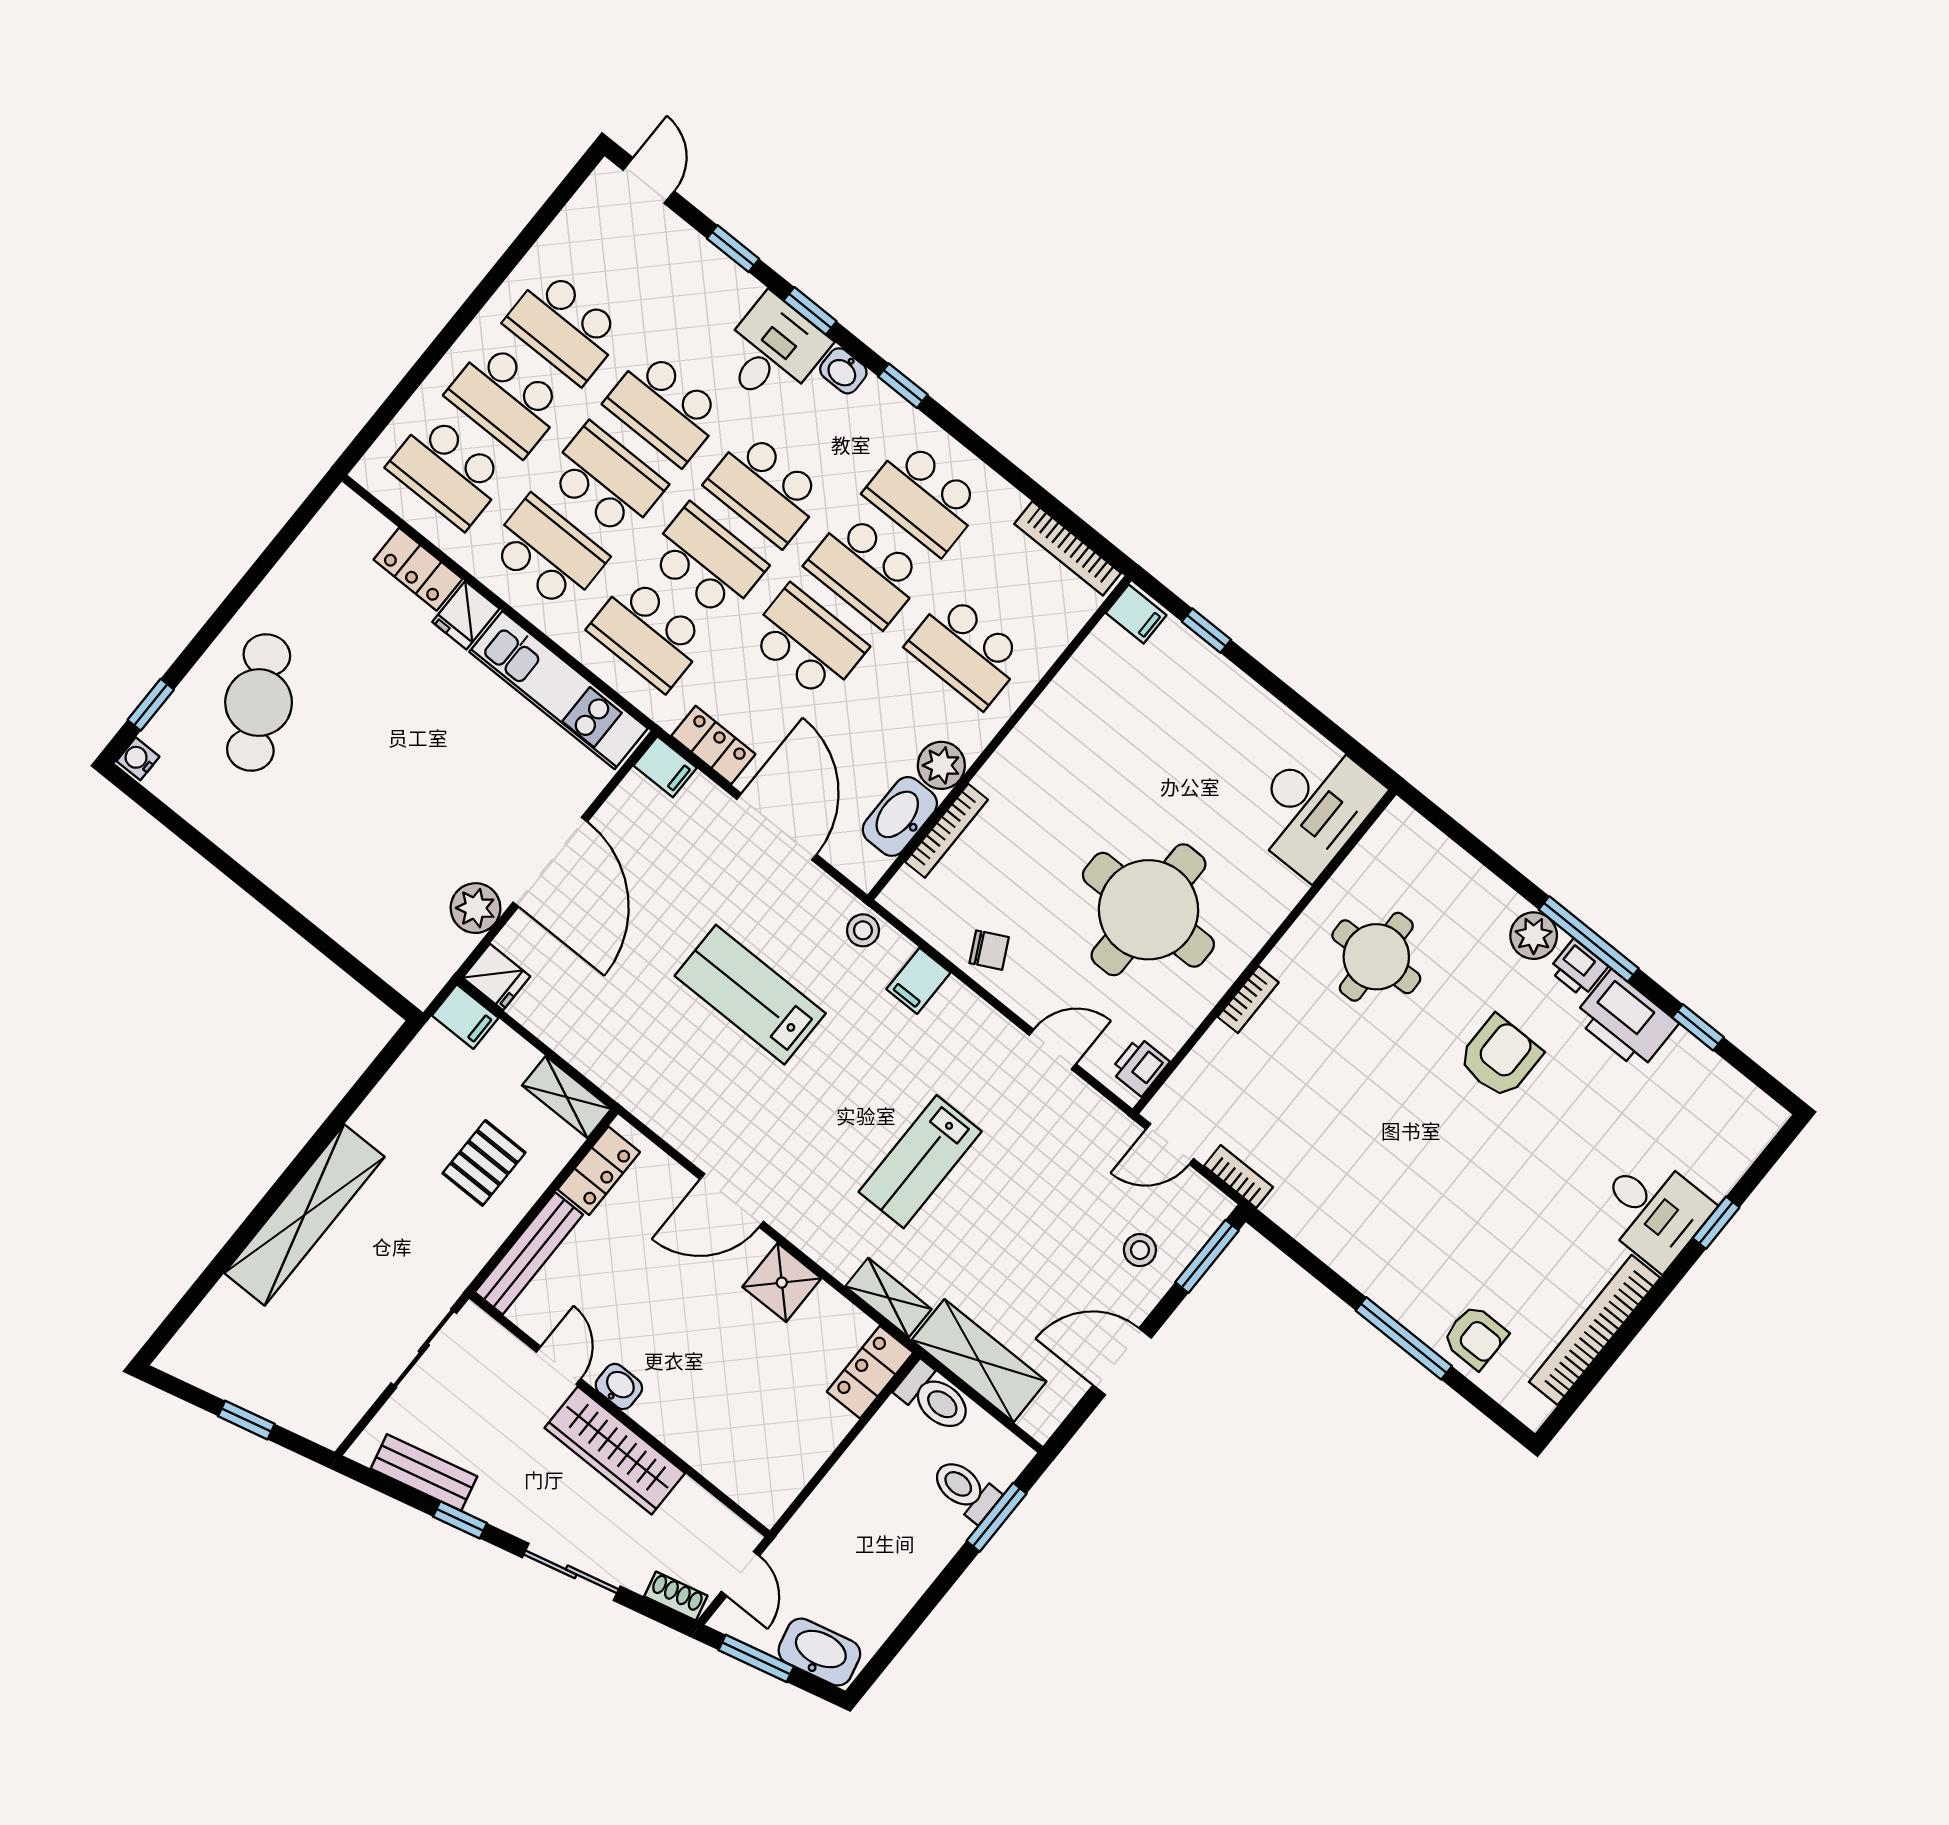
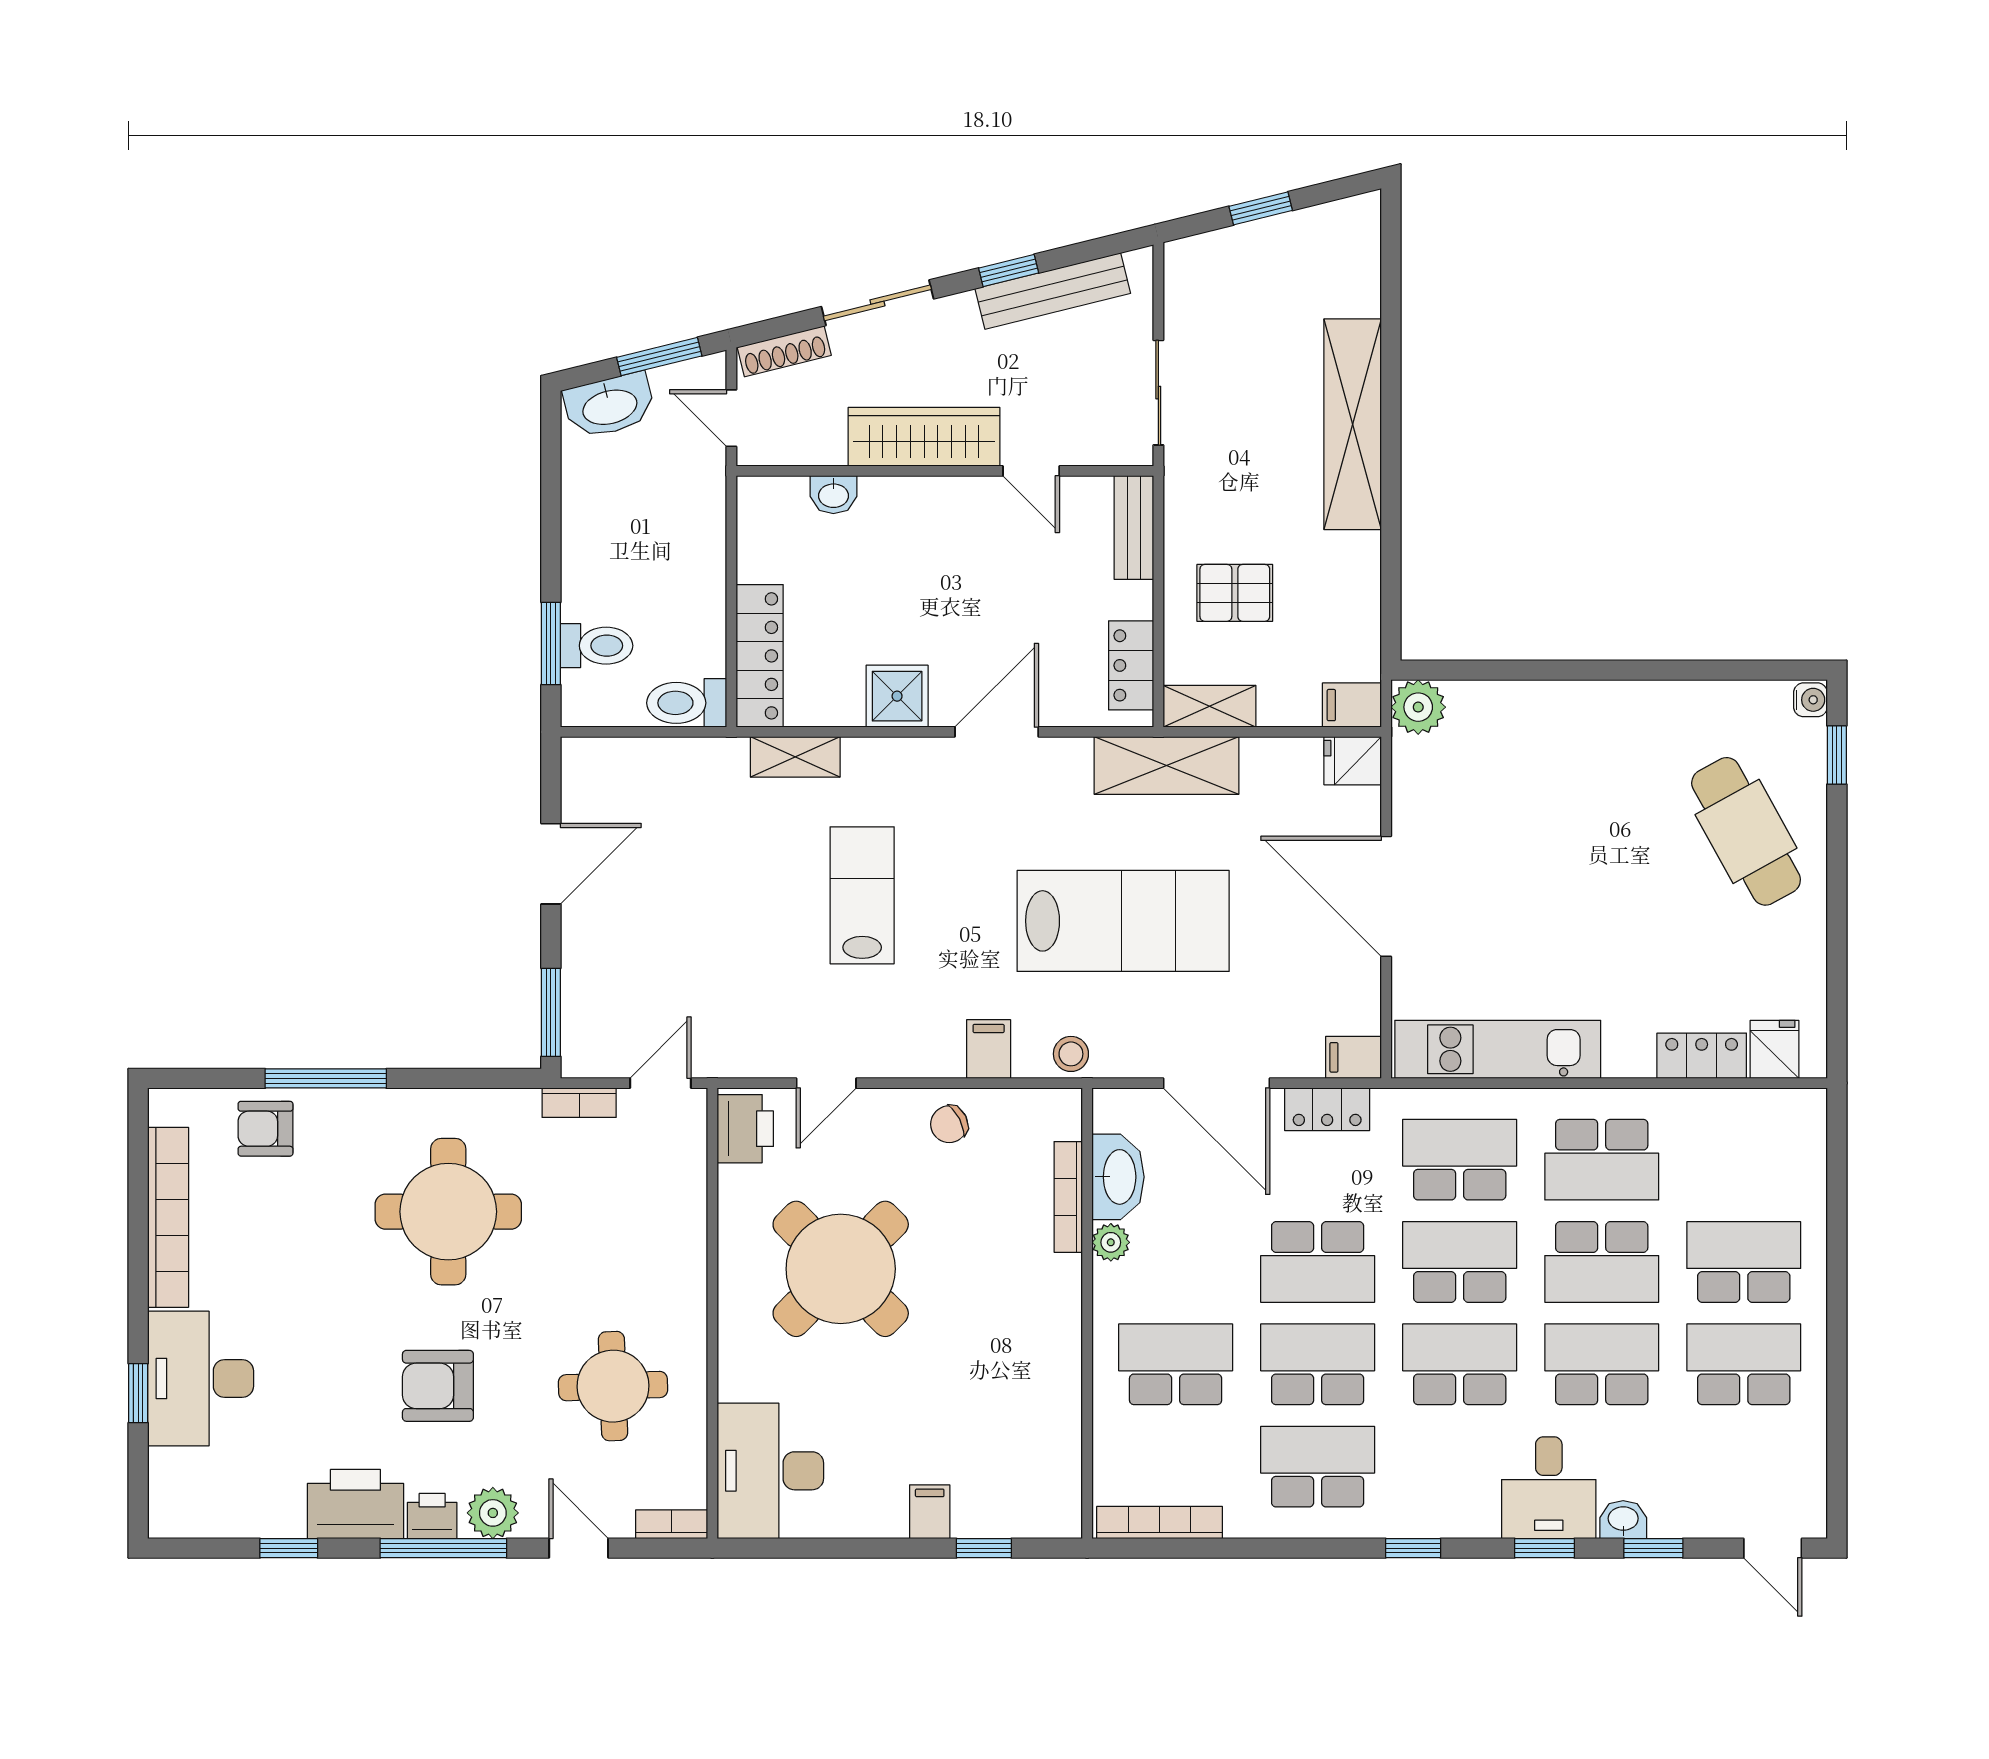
washbasin: (843, 371) -> (1623, 1520), moved
school desk: (448, 472) -> (1744, 1160), removed
school desk: (707, 561) -> (1460, 1262), turned 180
filing cabinet: (1136, 614) -> (930, 1512), moved, turned 90
fridge: (466, 615) -> (1775, 1049), moved
plant: (941, 765) -> (1111, 1242), width x0.73, depth x0.73
door: (1493, 862) -> (579, 1548), added
plant: (476, 908) -> (1418, 707), moved
round table: (1148, 910) -> (841, 1269), turned 45
lab bench: (750, 995) -> (1123, 921), width x1.36, depth x1.39
bookcase: (1248, 1000) -> (672, 1524), moved, turned 90
armchair: (1500, 1057) -> (438, 1386), turned 90
printer: (1140, 1066) -> (745, 1129), width x1.36, depth x1.24
pallet: (484, 1163) -> (1235, 593), turned 90
round table: (1393, 1174) -> (448, 1212), added
desk: (1653, 1210) -> (201, 1379), width x1.37
stool: (1140, 1250) -> (613, 972), removed
bench: (529, 1253) -> (1134, 528), width x0.73
shelving: (979, 1361) -> (1167, 766), moved
locker: (870, 1372) -> (760, 656), width x1.53
washbasin: (619, 1386) -> (833, 495), moved
bench: (424, 1473) -> (1053, 291), width x1.36
shoe rack: (676, 1596) -> (784, 351), width x1.43

